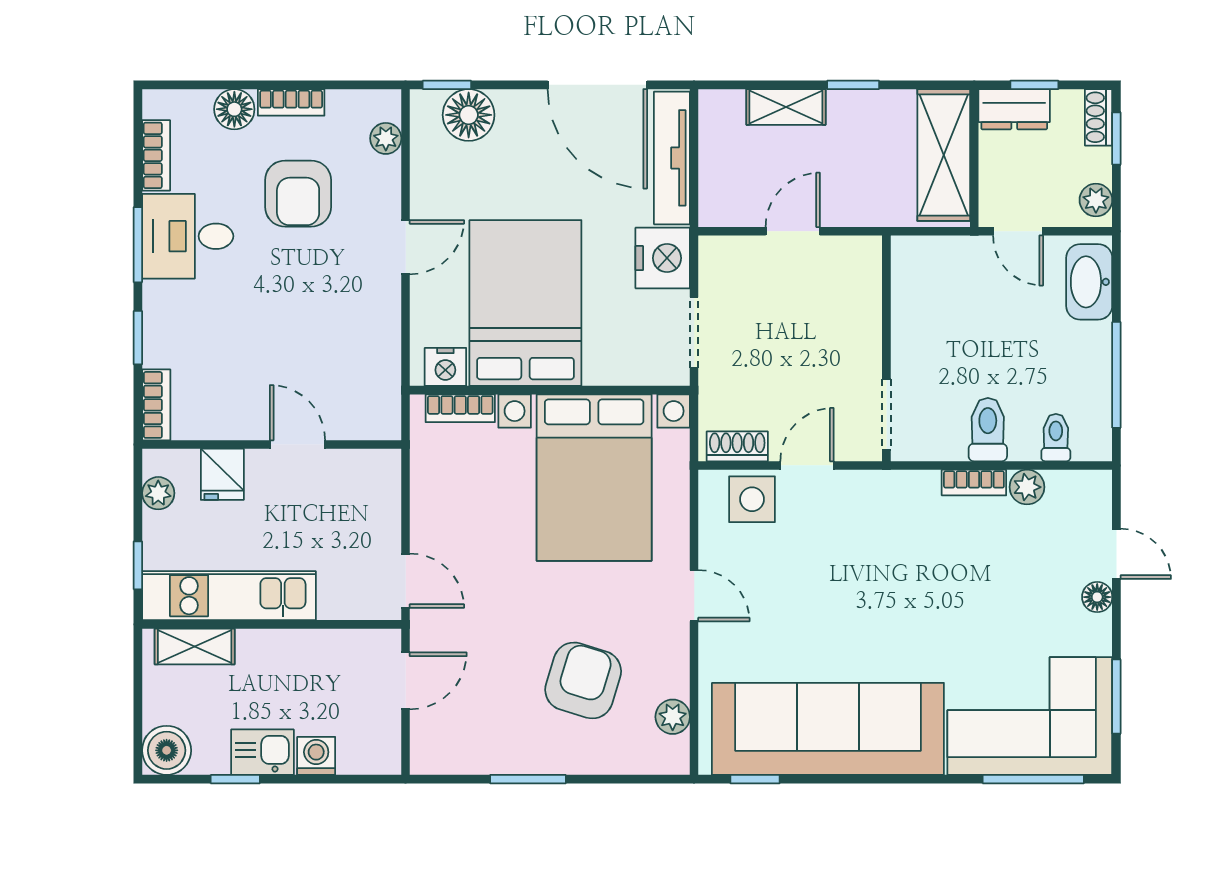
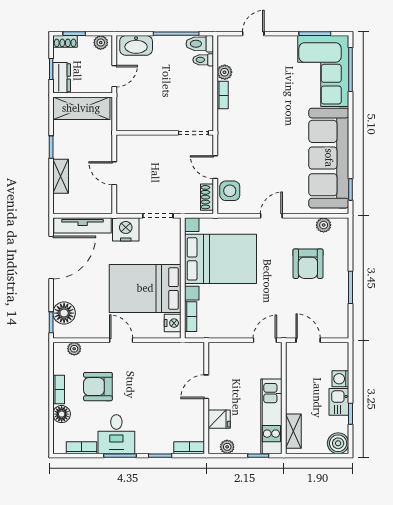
armchair: (298, 194) -> (98, 387), turned 180
toilet: (988, 430) -> (200, 44), moved
floor lamp: (1097, 597) -> (272, 42), removed
armchair: (583, 680) -> (308, 264), turned -107

